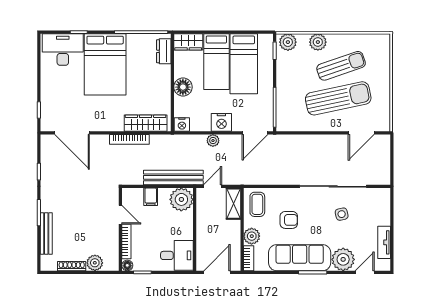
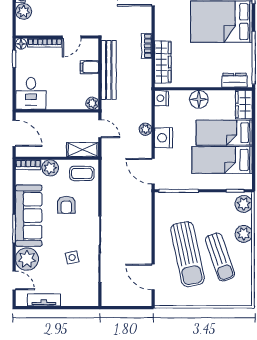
bookcase: (129, 139) -> (147, 46), width x0.64
bench: (173, 177) -> (109, 70), moved
plant: (181, 199) -> (92, 103), width x0.53, depth x0.53

